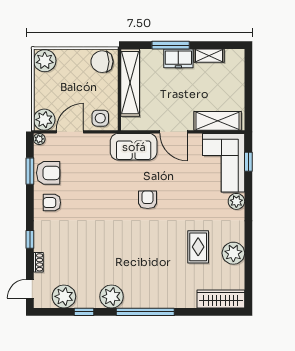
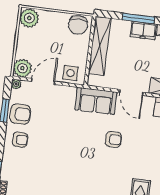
chair: (102, 62) -> (78, 25), turned -90
armchair: (148, 200) -> (113, 139), moved, turned 90
armchair: (52, 203) -> (20, 140), turned 180

